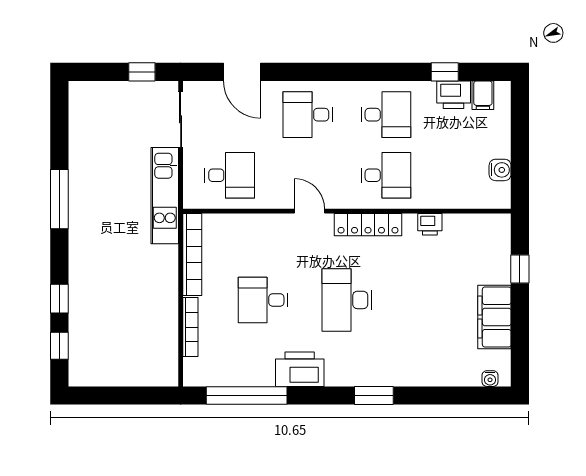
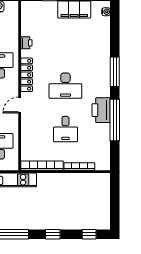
window: (59, 299) -> (53, 234), moved
window: (247, 395) -> (115, 120), moved
window: (374, 395) -> (115, 72), width x1.44

